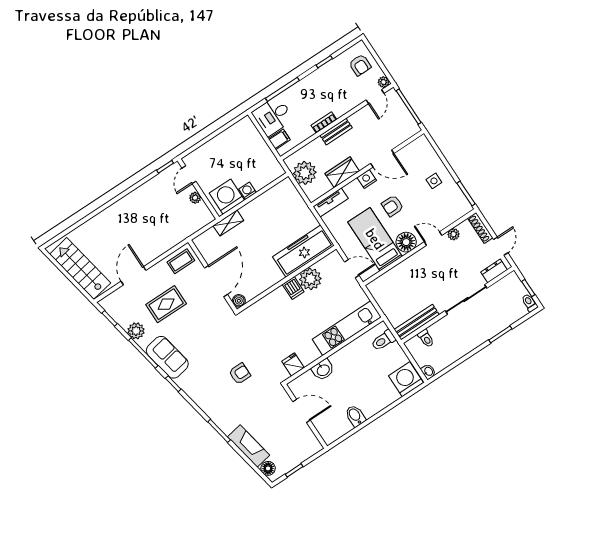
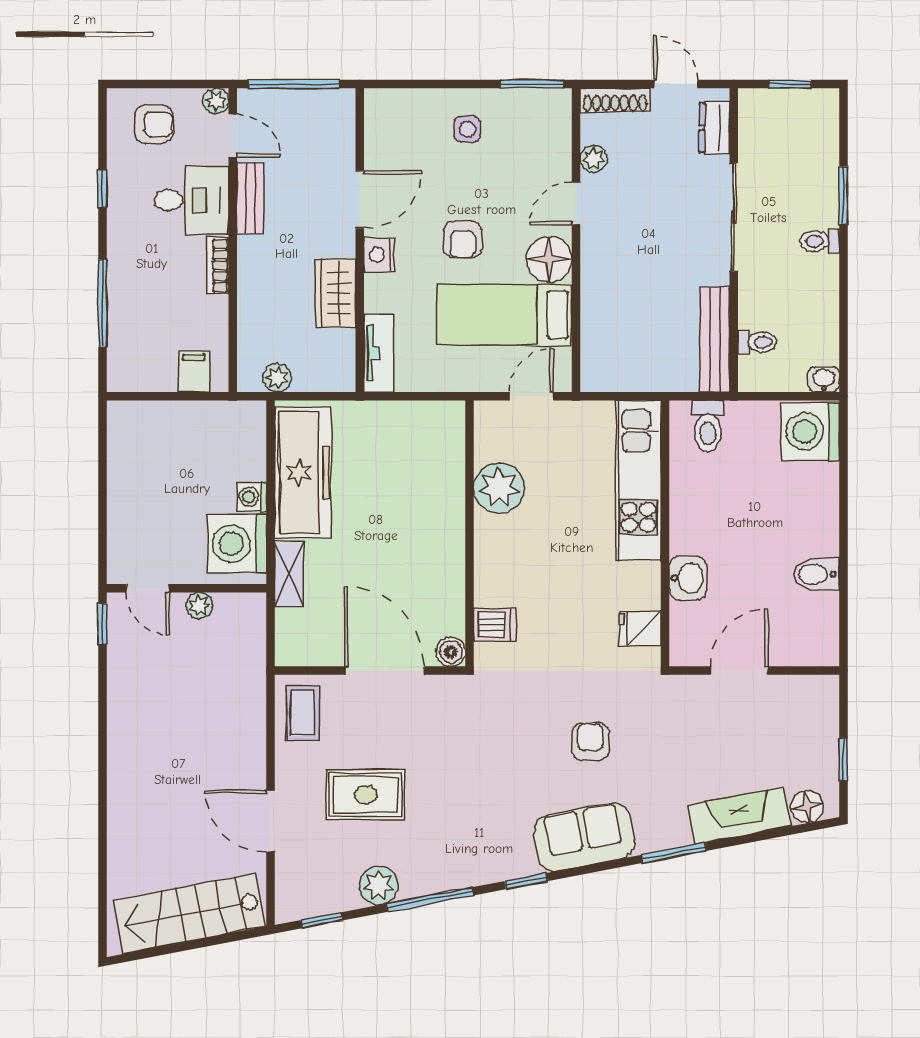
desk: (273, 116) -> (191, 200), moved, turned -90
bench: (336, 132) -> (251, 198), moved
plant: (305, 173) -> (277, 378), width x0.53, depth x0.53
freezer: (303, 251) -> (303, 473), moved, turned 180
dishwasher: (293, 288) -> (495, 625), moved
toilet: (530, 303) -> (820, 241), moved
rug: (166, 304) -> (366, 795), turned 90
sofa: (167, 357) -> (584, 837), moved

